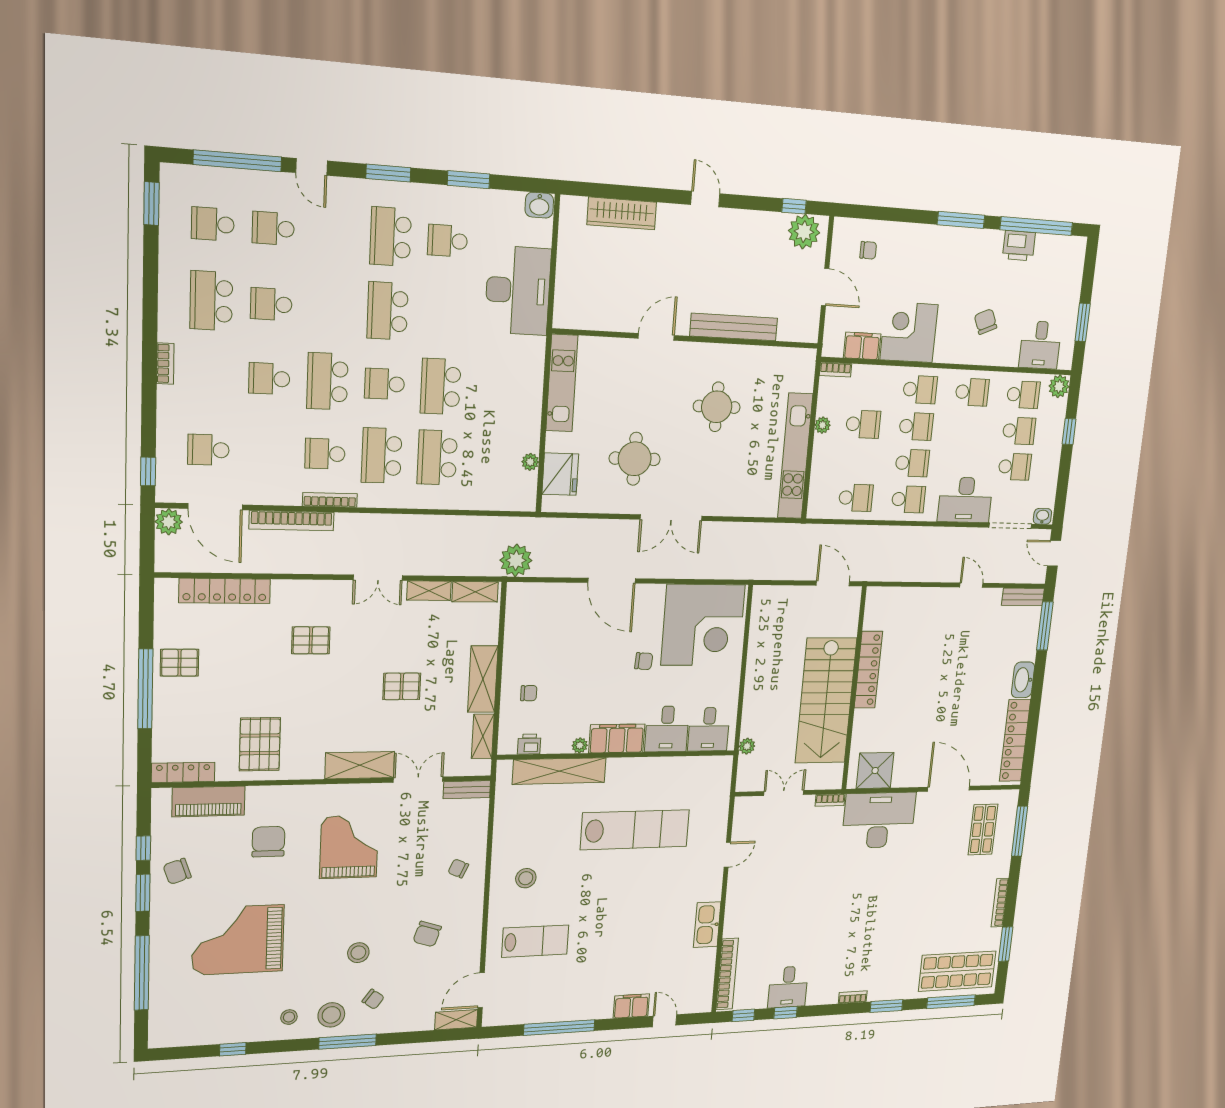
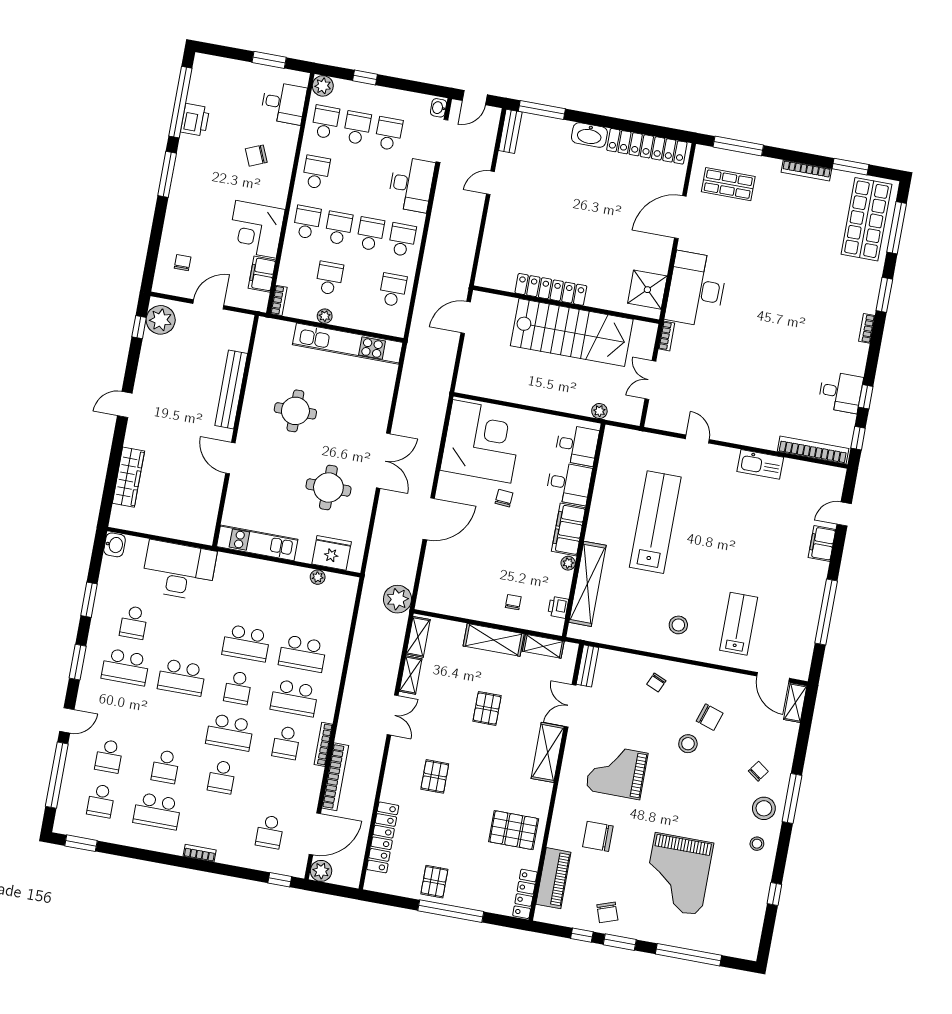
stool: (358, 953) -> (688, 744), moved

